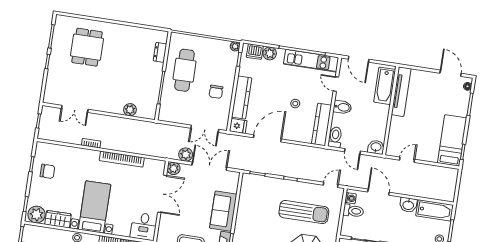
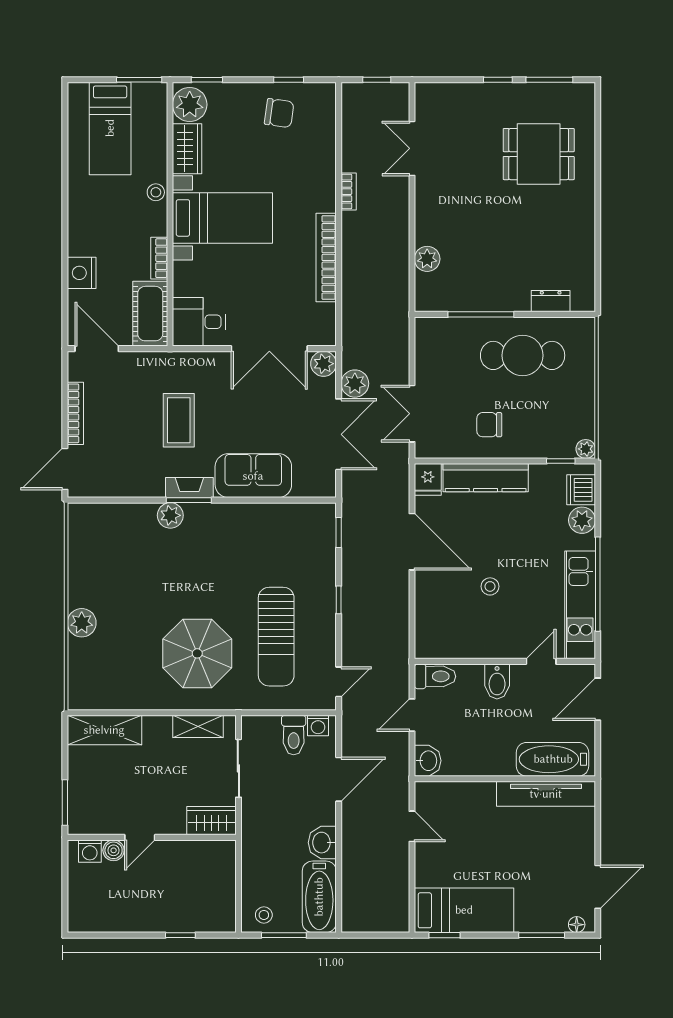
kitchen counter: (321, 124) -> (456, 645), removed
chair: (47, 171) -> (279, 113), turned -82
door: (331, 185) -> (339, 682), hinge flipped

